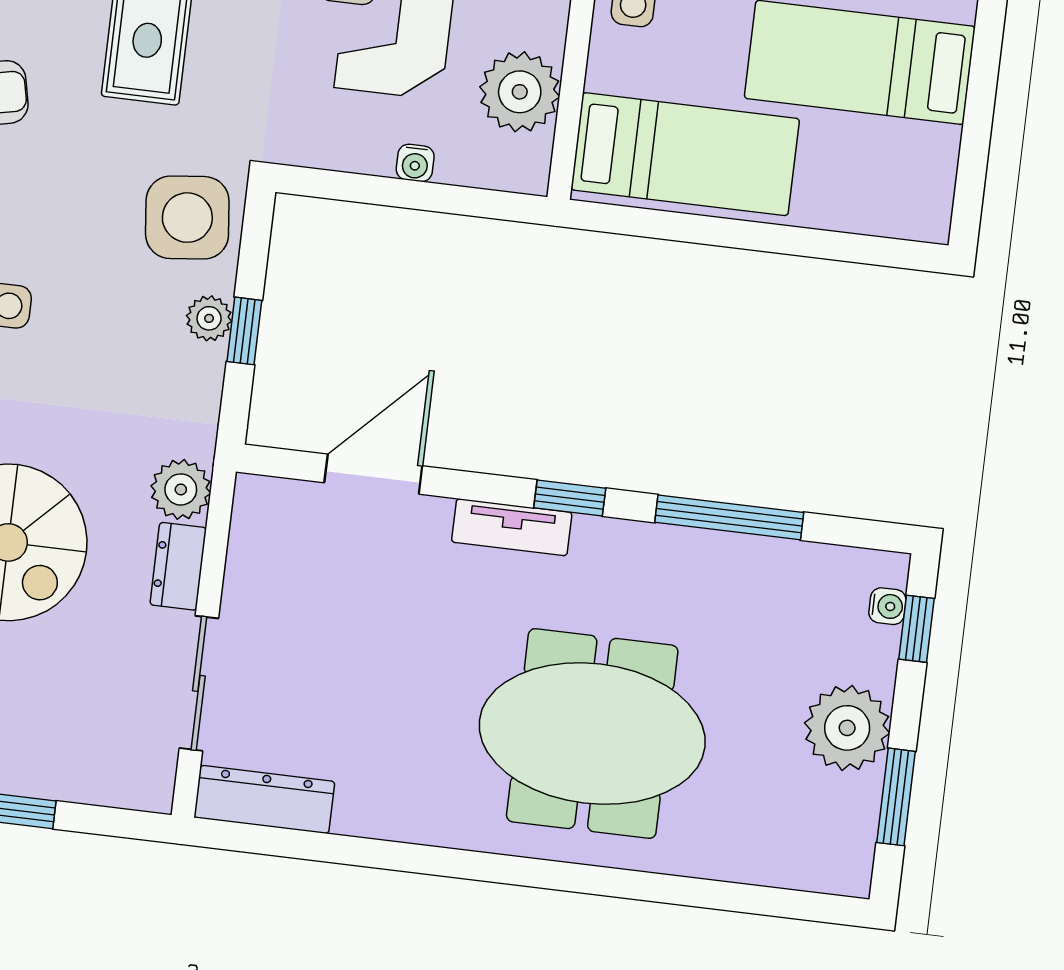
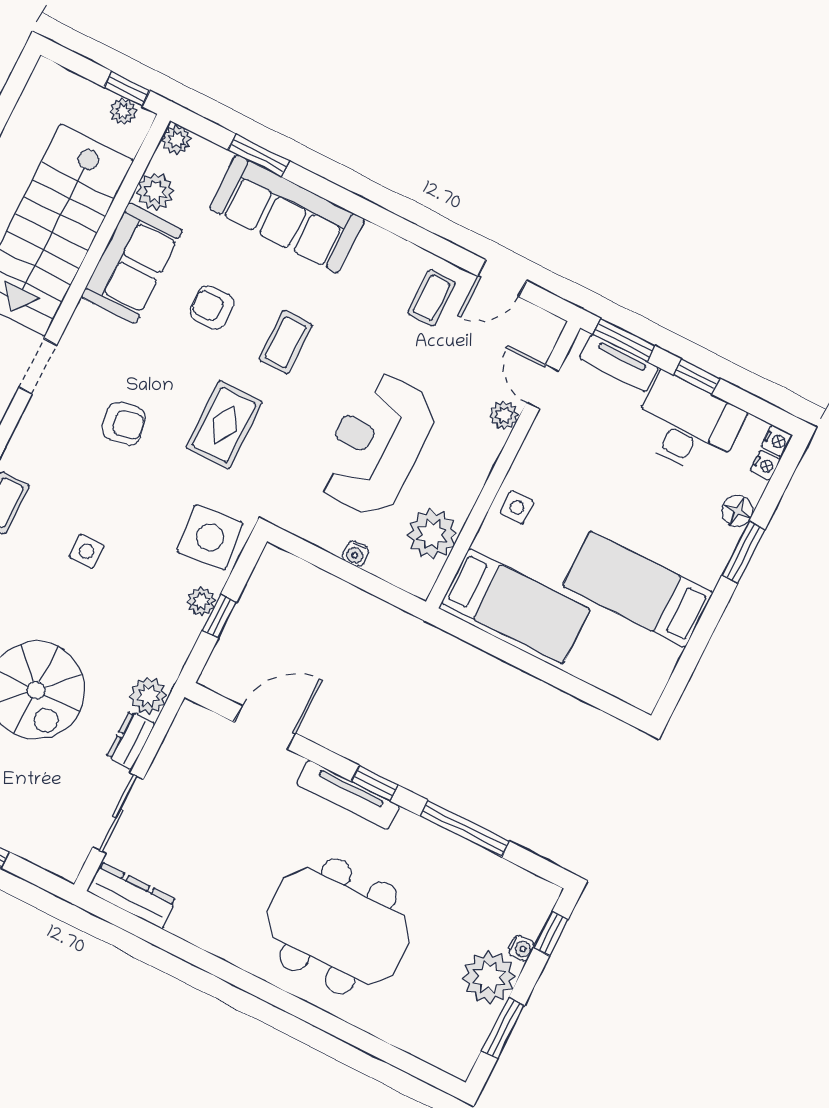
tv unit: (512, 527) -> (348, 795), width x1.41
water cooler: (887, 606) -> (521, 948), moved

